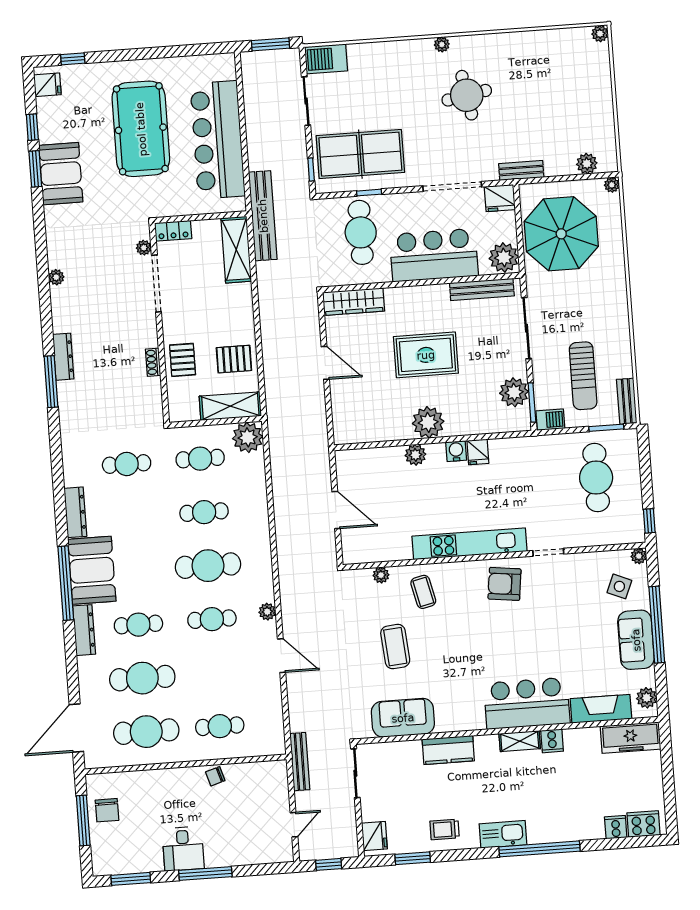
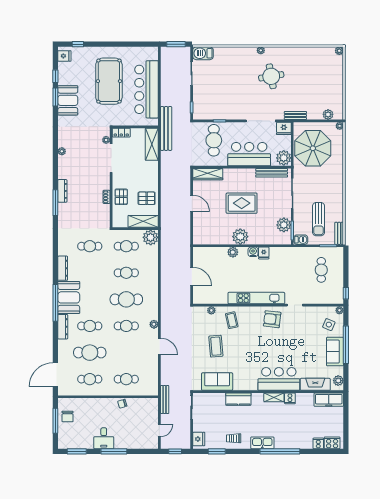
table tennis table: (360, 154) -> (216, 102), removed
cafe table: (596, 478) -> (321, 270), width x0.73, depth x0.74
cafe table: (146, 732) -> (90, 379), width x0.73, depth x0.74

